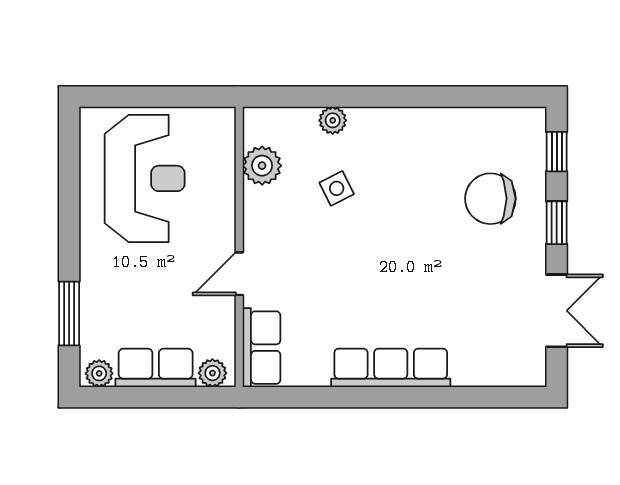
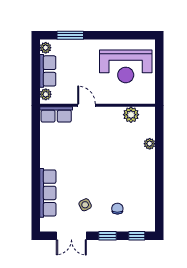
side table: (337, 188) -> (85, 205), moved
chair: (490, 199) -> (117, 209), width x0.54, depth x0.54
row of seats: (391, 368) -> (48, 193), moved

